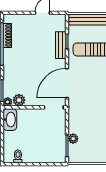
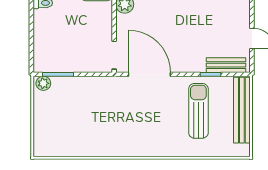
bench: (61, 45) -> (226, 65), moved
plant: (73, 139) -> (43, 83), moved

